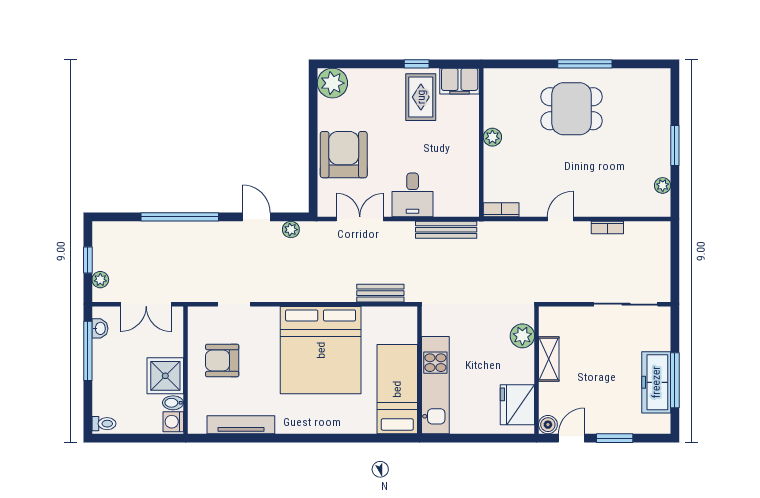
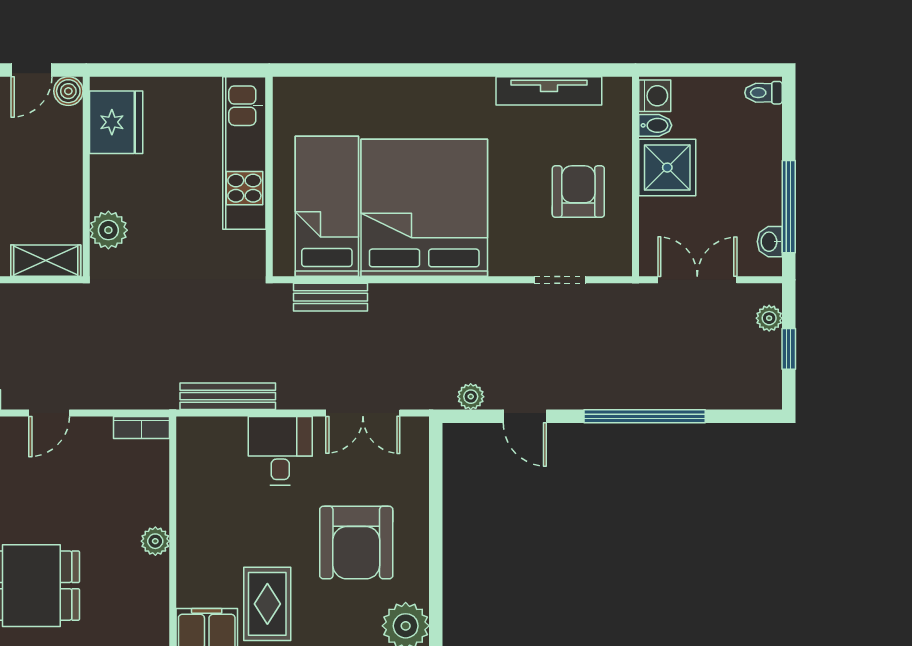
armchair: (344, 155) -> (356, 543), moved
shelving: (549, 359) -> (46, 261), moved, turned 90
armchair: (222, 361) -> (578, 192), turned -90
bed: (397, 389) -> (327, 206), moved, turned 180

